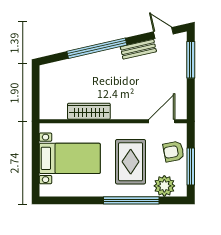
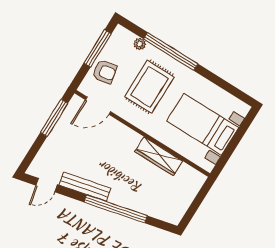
door: (163, 33) -> (47, 185), hinge flipped
bench: (138, 49) -> (85, 187), width x1.36
window: (191, 60) -> (54, 118), moved
plant: (164, 186) -> (140, 44), width x0.53, depth x0.53

